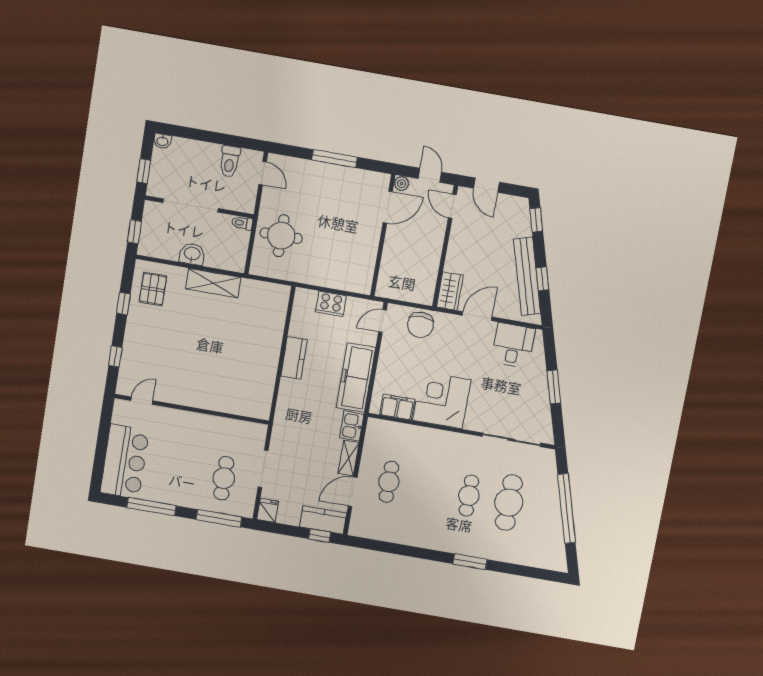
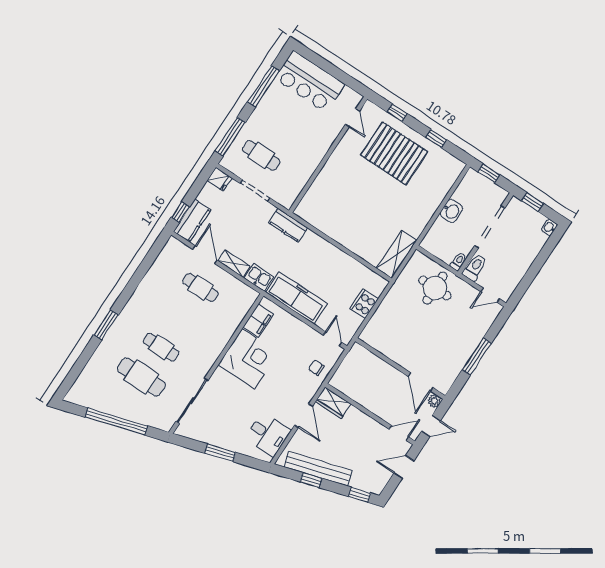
toilet: (230, 161) -> (475, 267), moved, turned 90
shelving: (213, 283) -> (397, 254), moved
pallet: (153, 289) -> (394, 153), moved, width x2.05, depth x2.00
chair: (420, 325) -> (316, 368), width x0.54, depth x0.54
kitchen counter: (294, 358) -> (288, 225), moved

